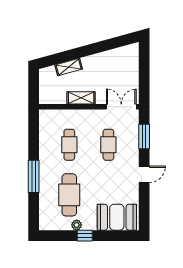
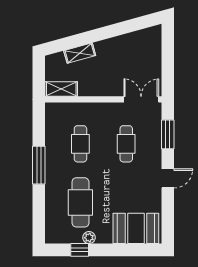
shelving: (81, 98) -> (61, 89), moved
window: (34, 176) -> (39, 165), moved
window: (85, 236) -> (80, 250), moved

